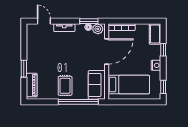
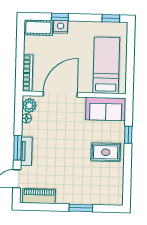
window: (89, 21) -> (18, 148), moved
door: (107, 51) -> (60, 94), hinge flipped
nightstand: (156, 65) -> (61, 27), moved
piano: (32, 85) -> (39, 196), moved
window: (78, 102) -> (128, 135), width x0.32

